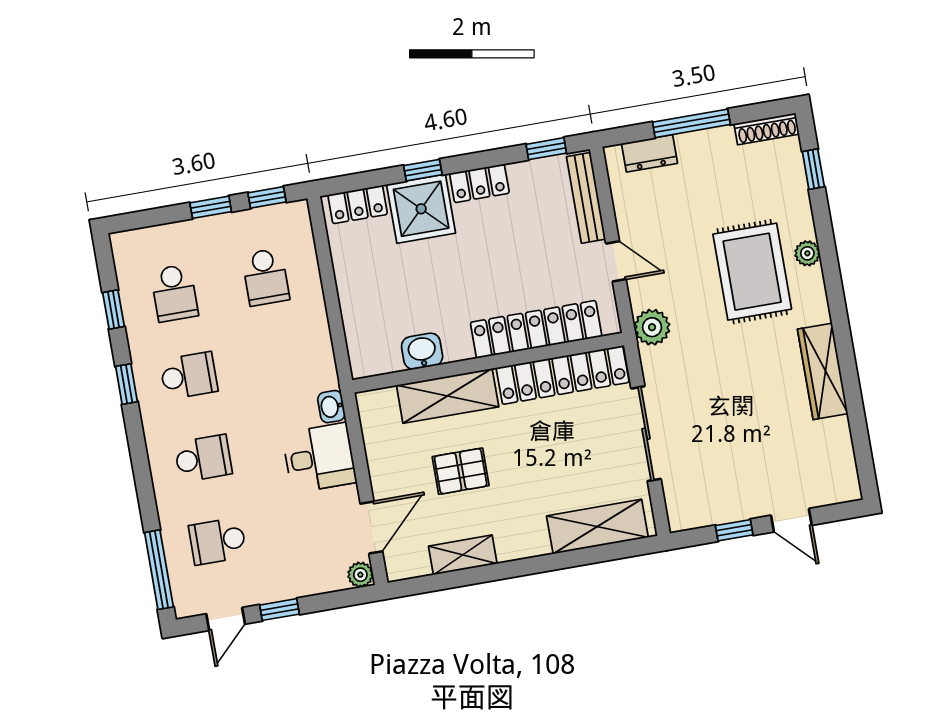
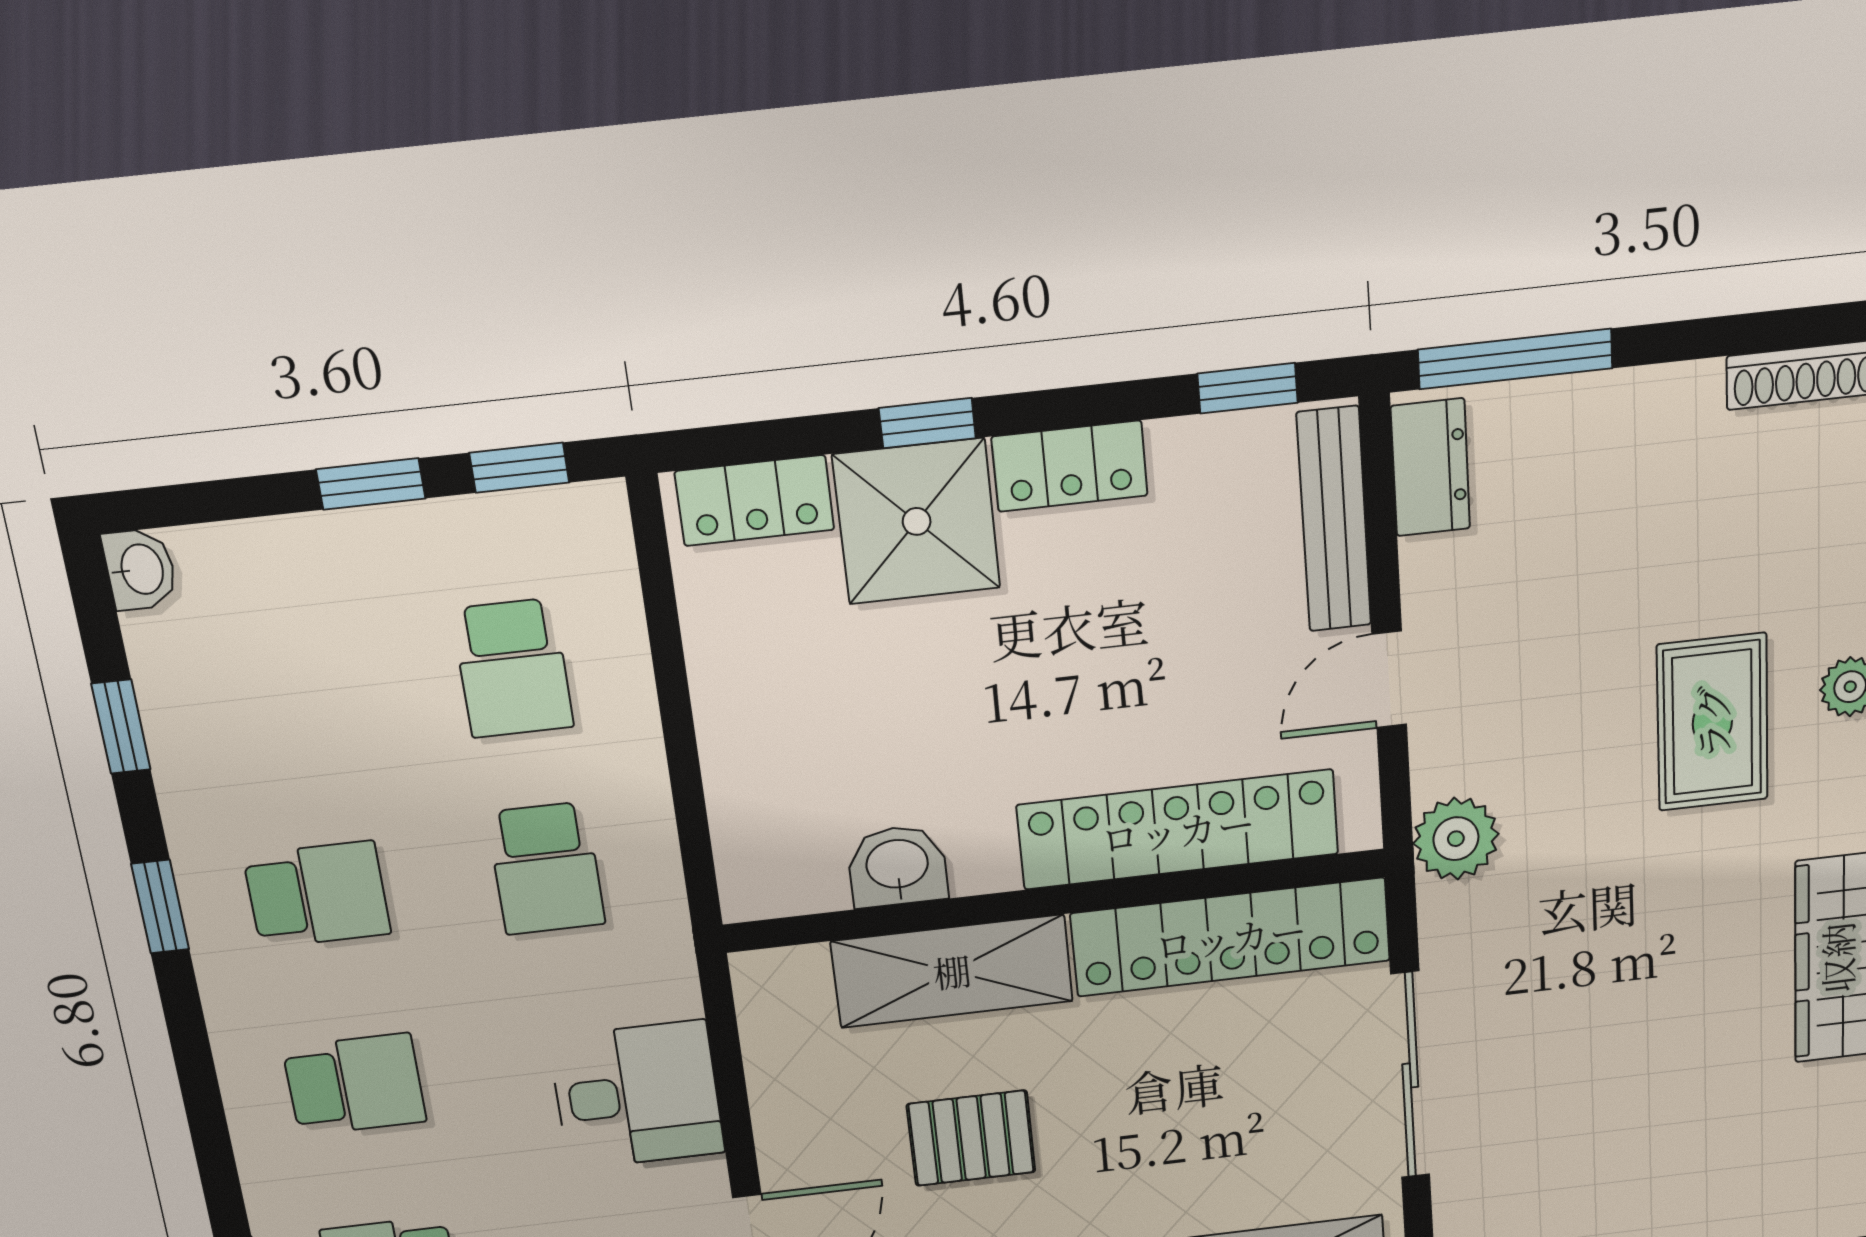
window: (691, 123) -> (1515, 359), moved
dresser: (649, 153) -> (1430, 467), moved, turned -90
door: (616, 261) -> (1389, 680), swing flipped
rug: (752, 272) -> (1712, 722), width x0.73, depth x0.70
school desk: (174, 293) -> (546, 868), moved
washbasin: (331, 407) -> (140, 569), moved, turned 180

